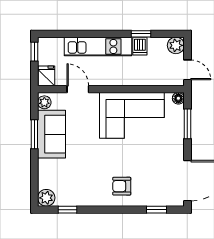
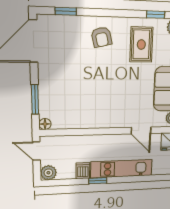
window: (141, 34) -> (98, 181), moved
corner sofa: (132, 115) -> (91, 107), removed
rug: (81, 180) -> (141, 45), added
armchair: (122, 186) -> (101, 37), turned 77

